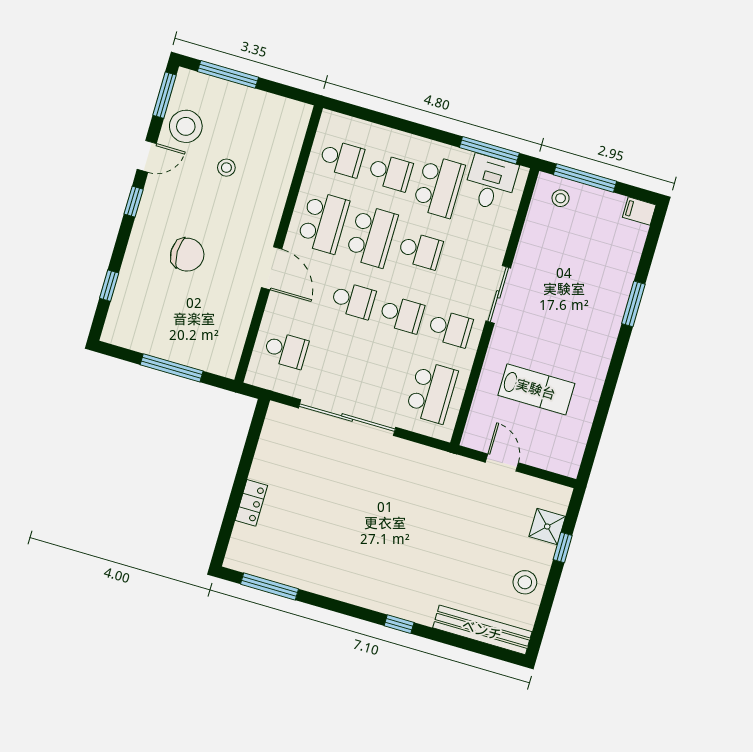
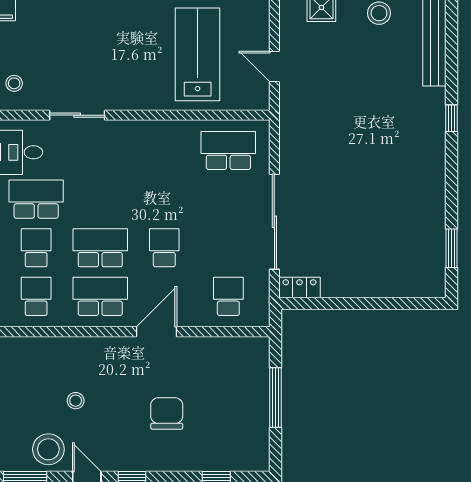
school desk: (420, 250) -> (100, 199), removed
sliding door: (498, 294) -> (77, 115), moved
school desk: (402, 314) -> (164, 199), removed
school desk: (450, 328) -> (164, 150), removed
lab bench: (536, 389) -> (198, 54), width x1.36, depth x1.39
door: (502, 463) -> (274, 67), hinge flipped
locker: (251, 503) -> (299, 288), moved
window: (269, 587) -> (452, 248), width x0.69

